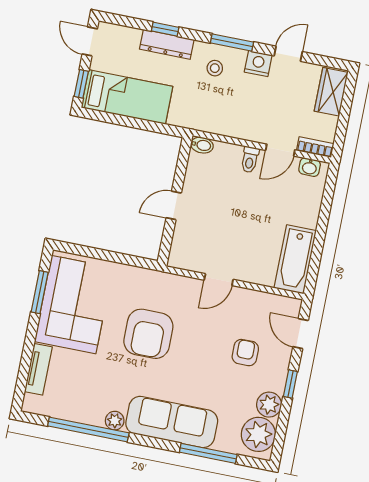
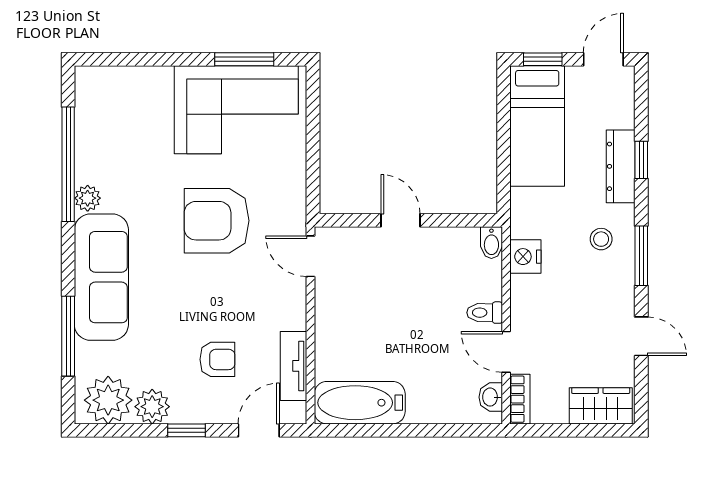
nightstand: (258, 64) -> (525, 257), moved, turned 180
door: (219, 280) -> (310, 256), moved
tv unit: (38, 369) -> (293, 366), moved, turned 90

